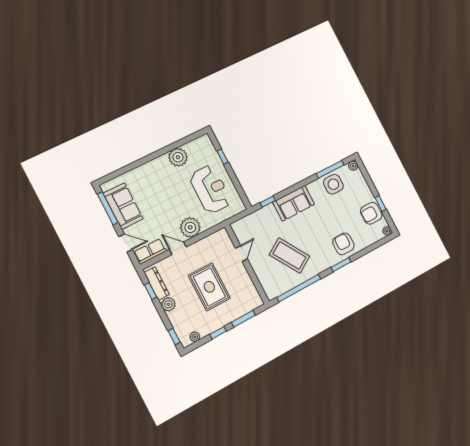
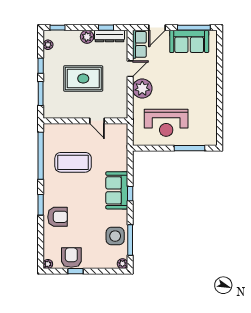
plant: (178, 157) -> (208, 109), removed
window: (222, 157) -> (189, 148), width x2.17
window: (268, 202) -> (130, 194), moved
coffee table: (289, 256) -> (73, 162), turned 32

